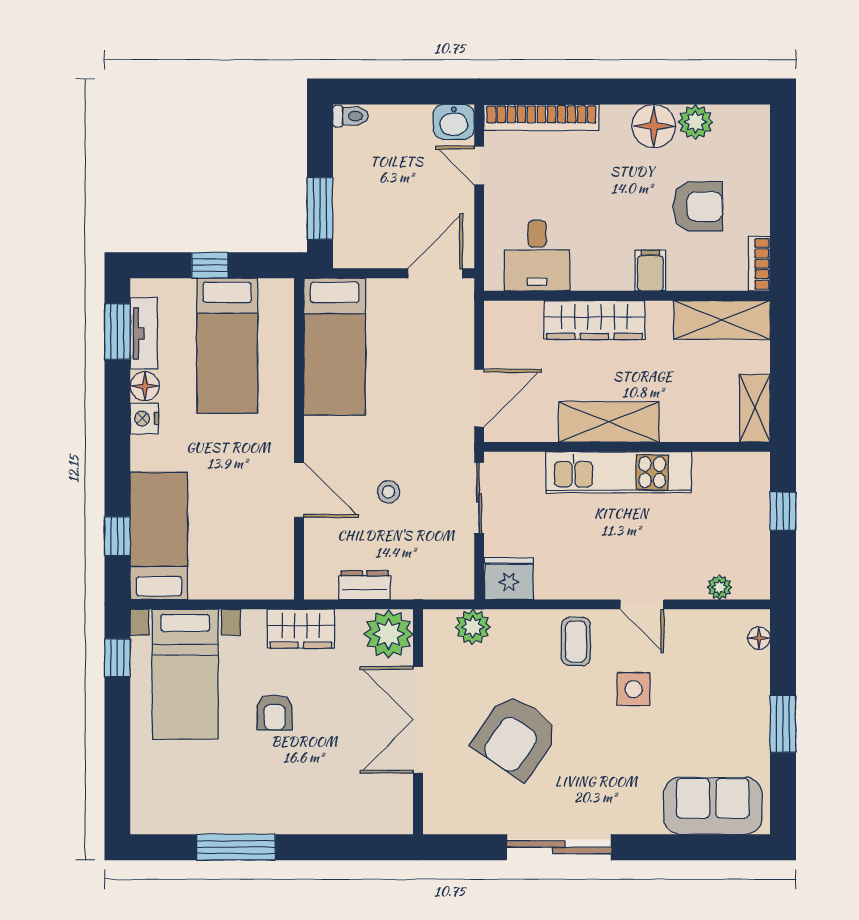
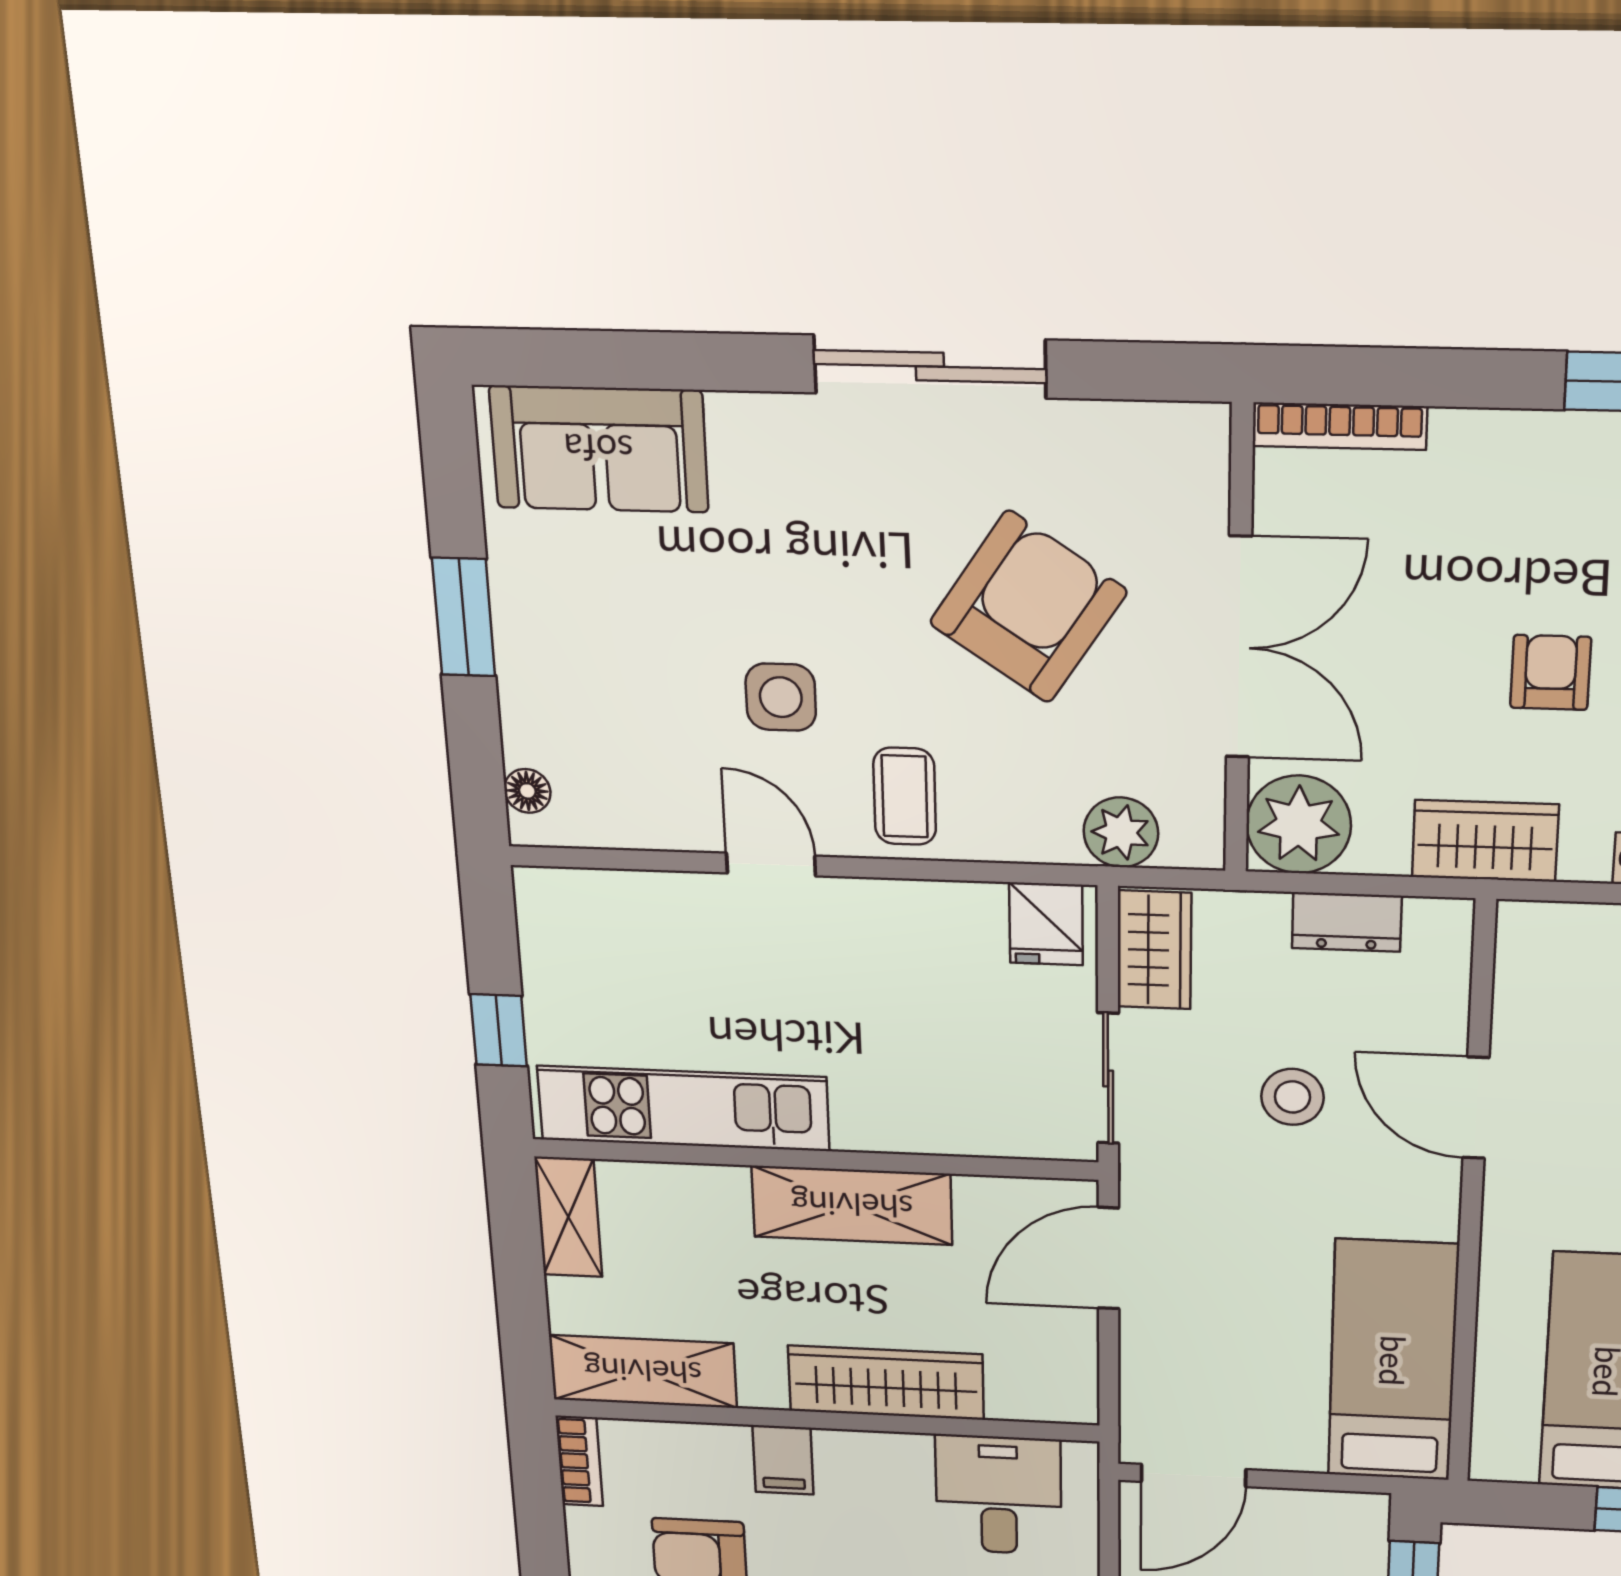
kitchen unit: (619, 472) -> (683, 1108), moved
stool: (389, 492) -> (1292, 1097), width x1.37, depth x1.37
wardrobe: (457, 567) -> (1154, 950), added
fridge: (509, 579) -> (1046, 924), width x0.72
plant: (720, 587) -> (615, 892), removed
bookcase: (374, 824) -> (1340, 426), added

